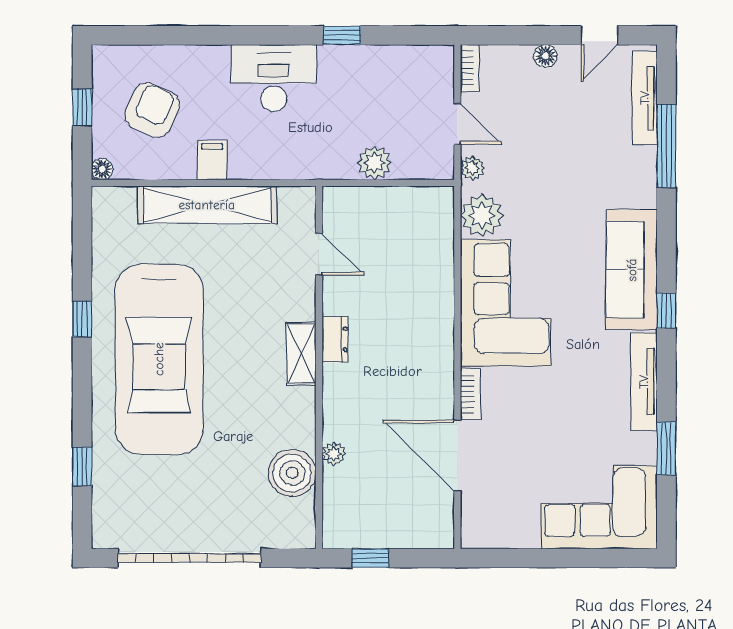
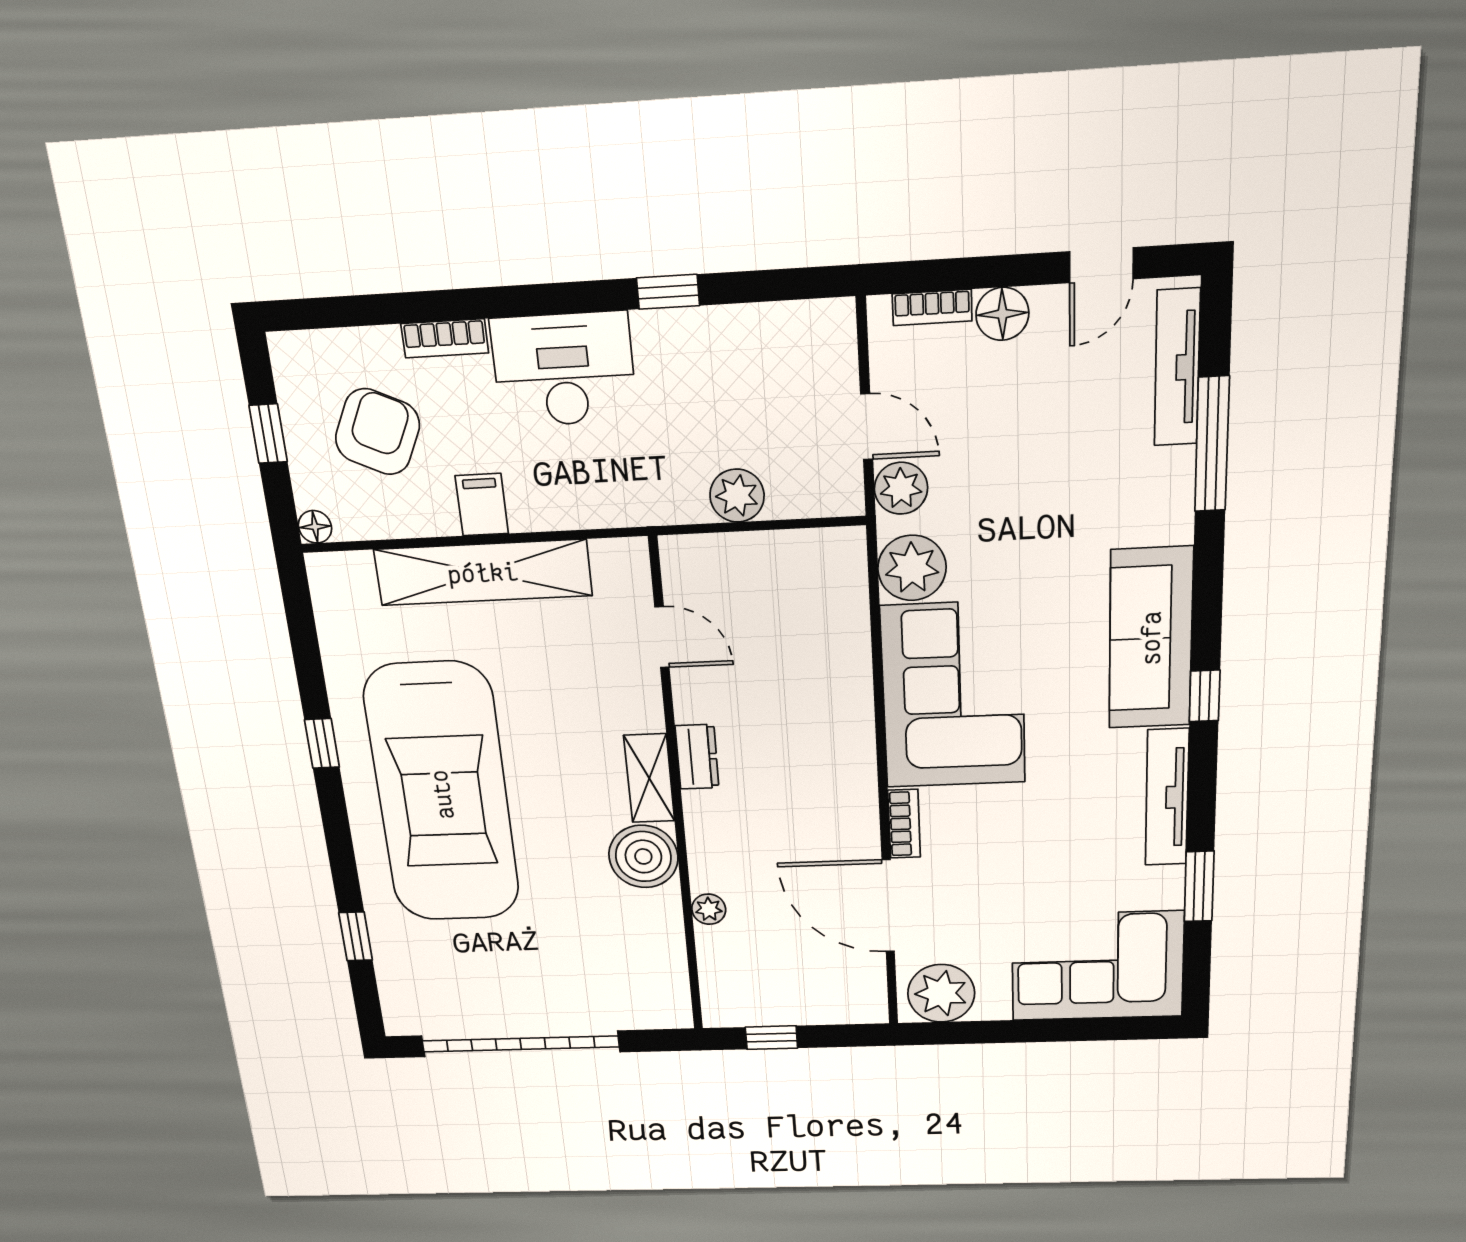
bookcase: (203, 55) -> (445, 338), added
floor lamp: (545, 56) -> (1002, 314), width x1.37, depth x1.37
bookcase: (470, 68) -> (932, 307), moved, turned 90
plant: (472, 168) -> (901, 488), width x1.38, depth x1.38
boiler: (292, 473) -> (643, 856), moved
plant: (491, 526) -> (941, 993), added

